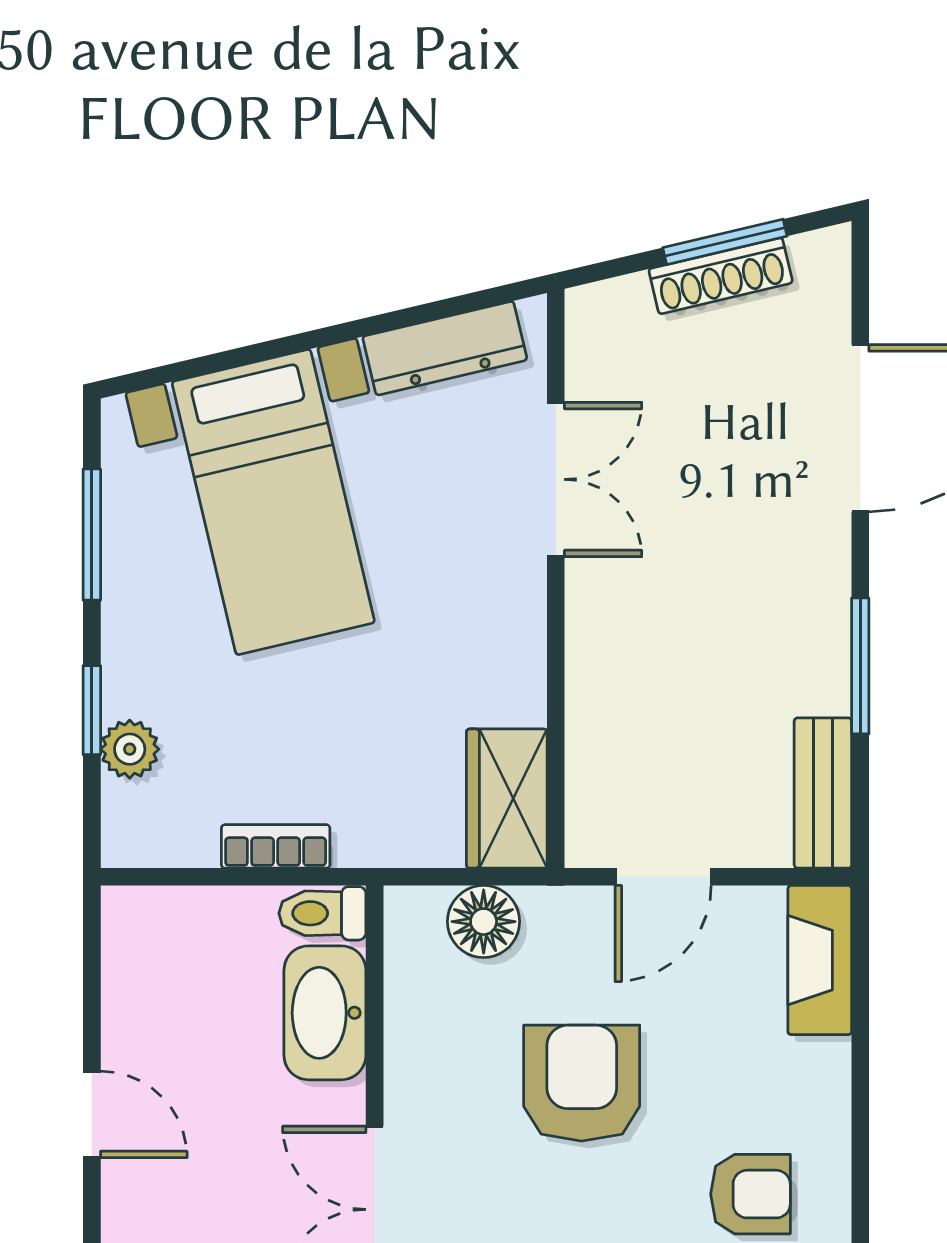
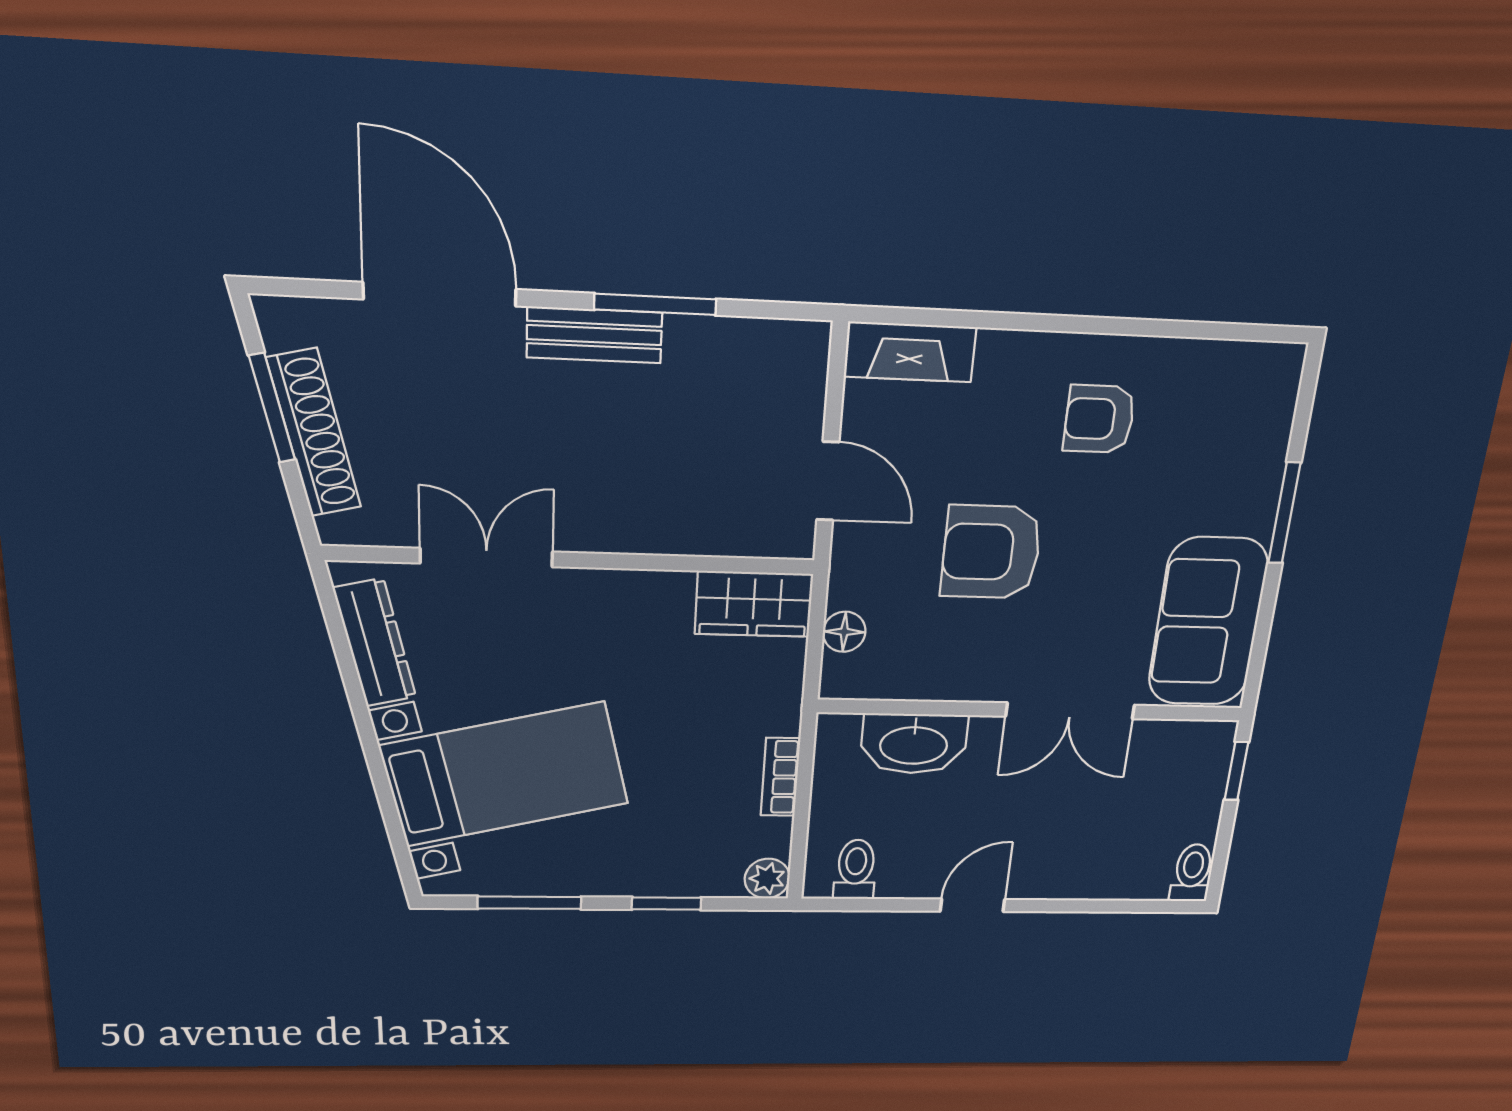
shoe rack: (721, 276) -> (314, 433), width x1.36, depth x1.24
plant: (130, 749) -> (767, 879), moved
bench: (823, 793) -> (594, 335), moved
toilet: (322, 913) -> (855, 870), moved, turned 180
floor lamp: (484, 922) -> (844, 632), width x0.73, depth x0.73
armchair: (751, 1194) -> (1099, 419), turned -90

